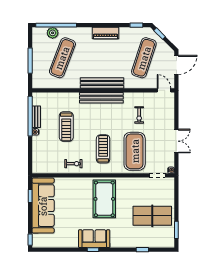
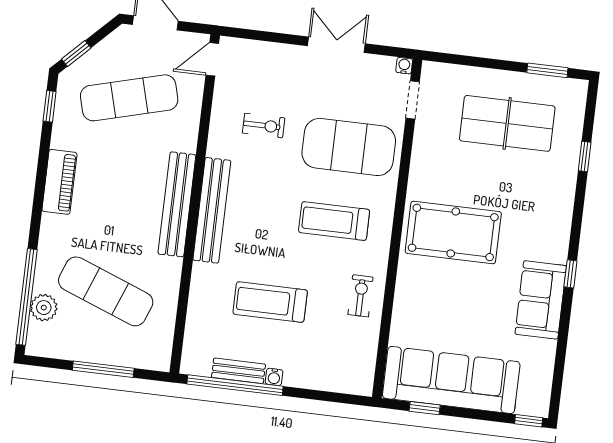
exercise mat: (144, 58) -> (129, 98), turned -33
treadmill: (66, 126) -> (270, 302), turned 180
table tennis table: (152, 216) -> (507, 123), turned 90
sofa: (94, 239) -> (541, 300), moved

